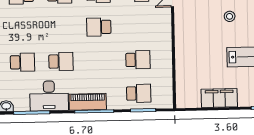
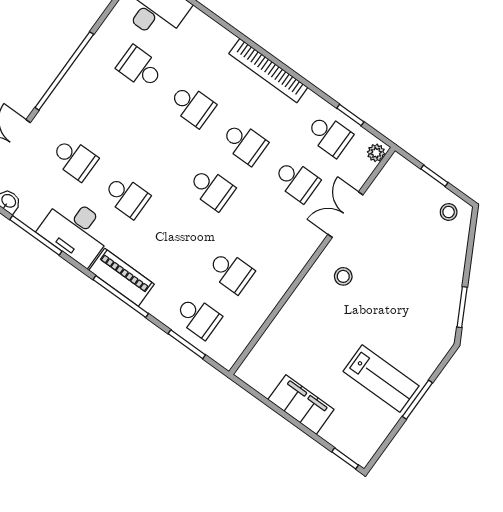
stool: (230, 16) -> (343, 276), moved
school desk: (99, 27) -> (212, 189), turned 180

